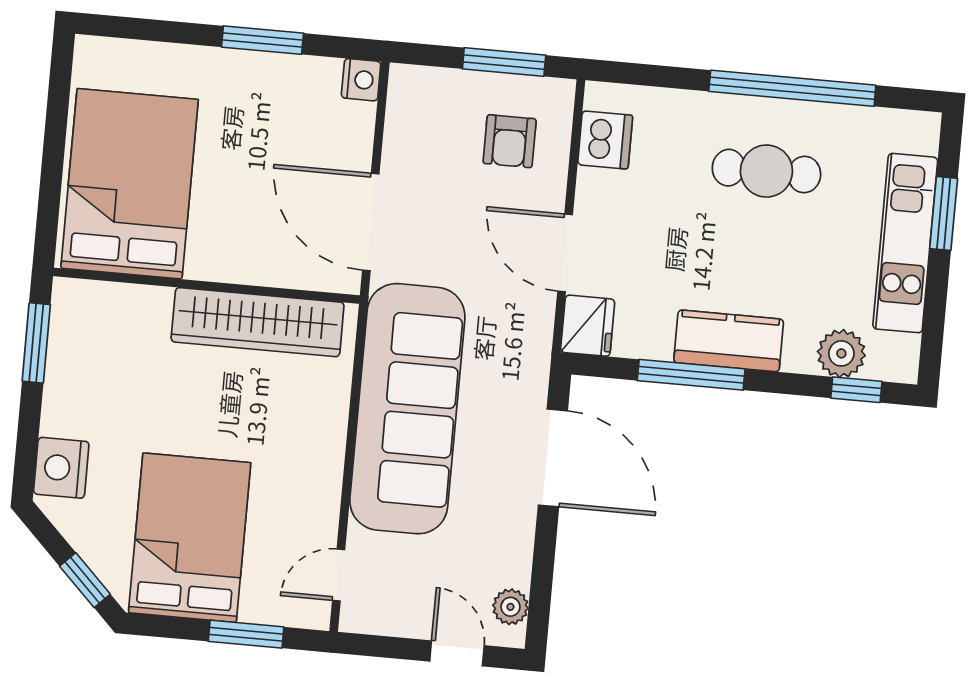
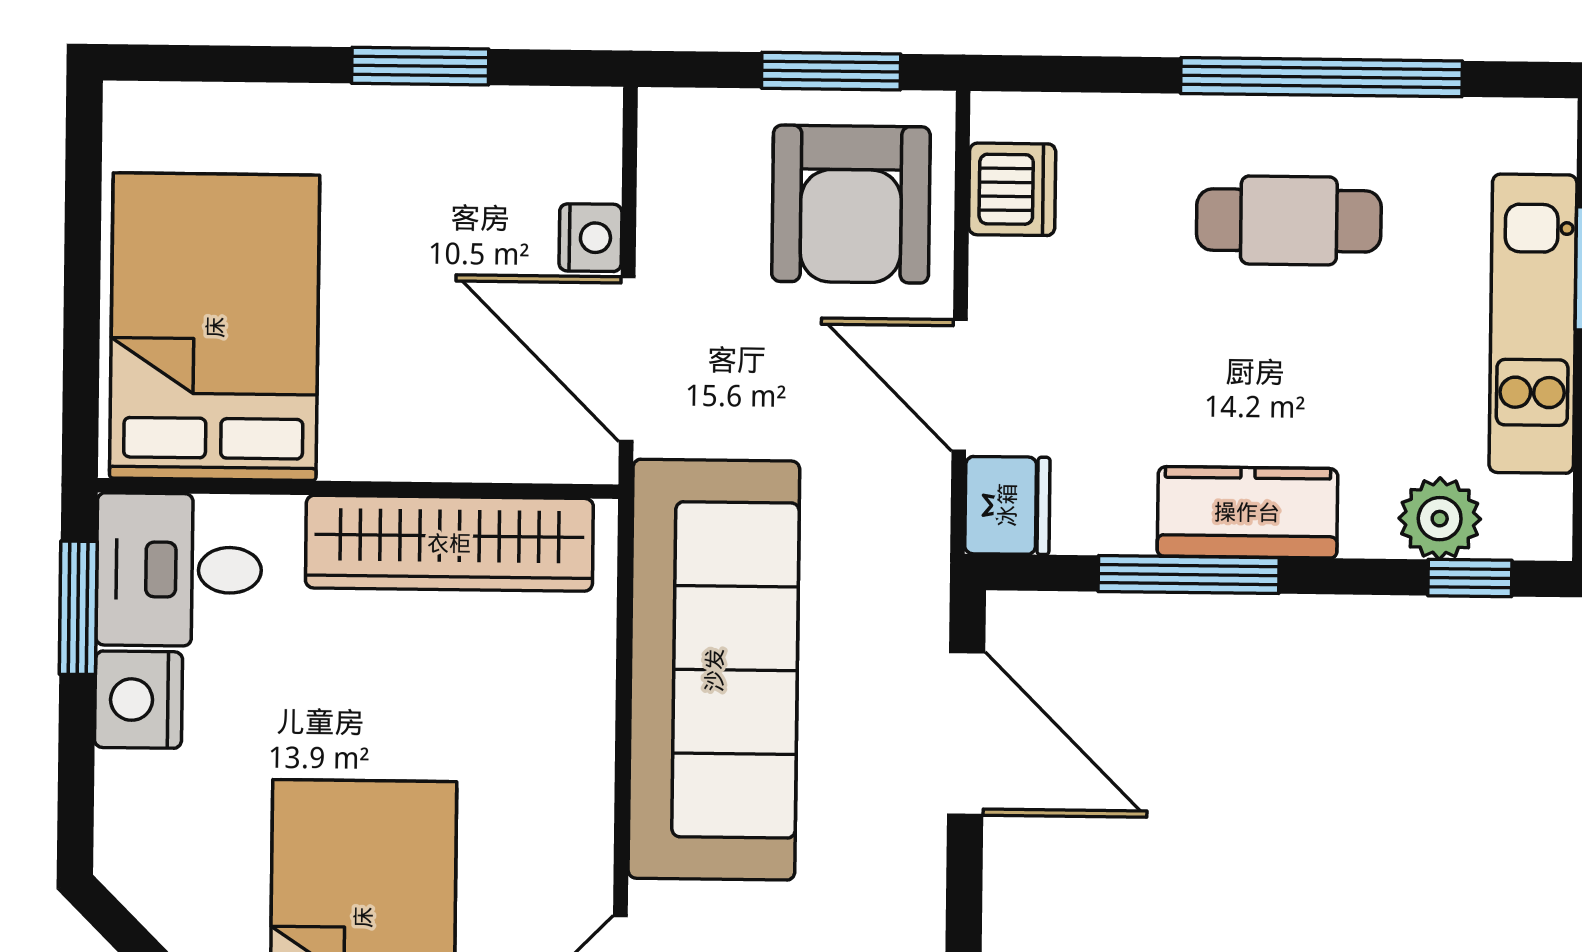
nightstand: (361, 80) -> (590, 238), moved
armchair: (510, 141) -> (851, 204), width x1.88, depth x1.88
desk: (97, 325) -> (179, 570), added
nightstand: (61, 468) -> (139, 700), moved

